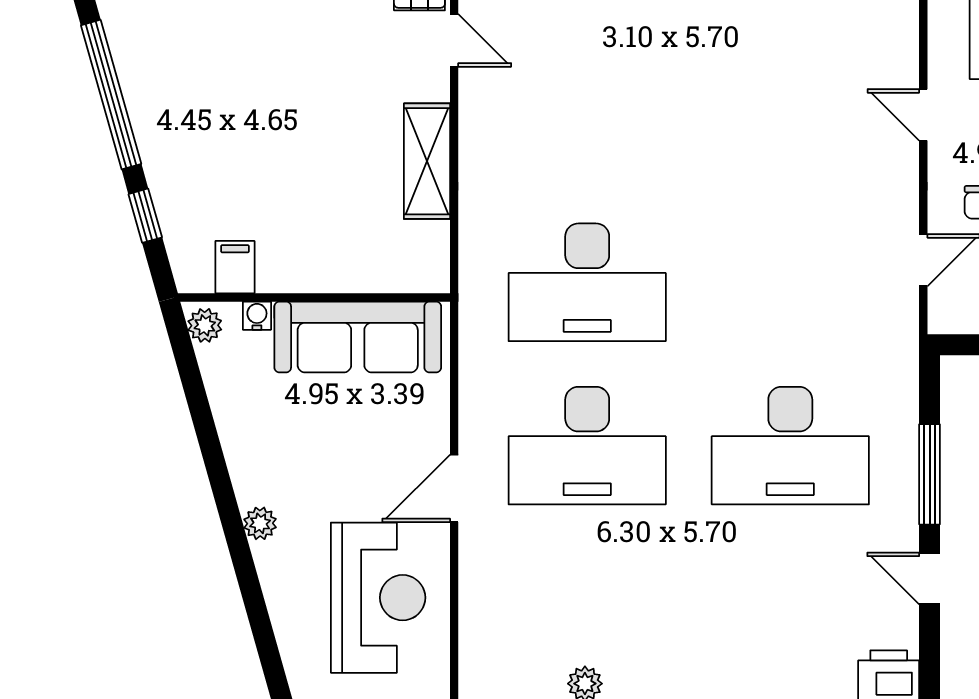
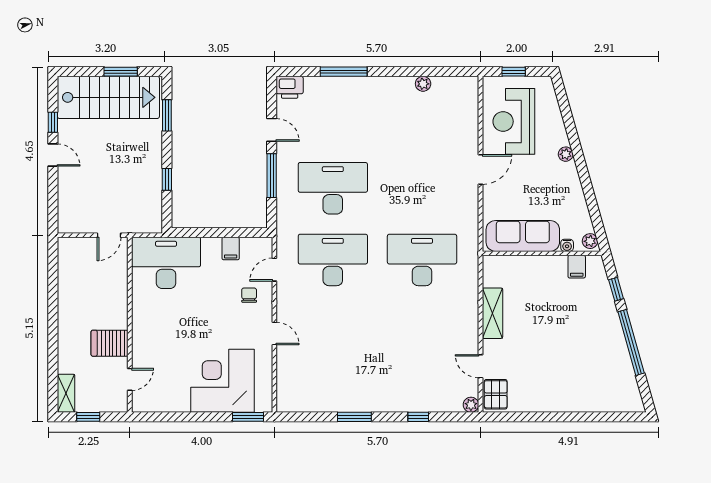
desk: (587, 446) -> (333, 260), moved

